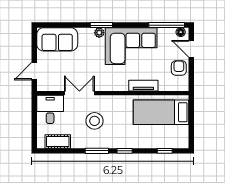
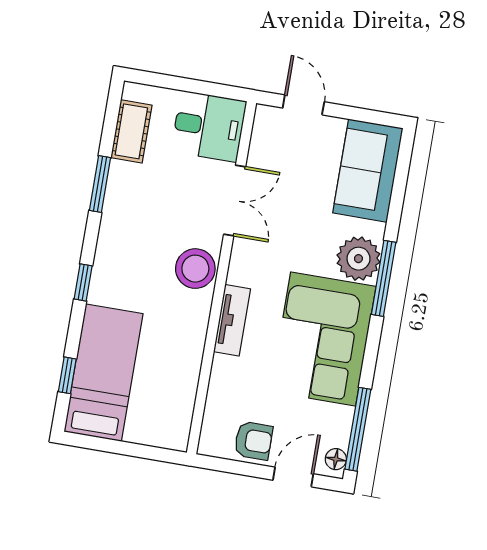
window: (101, 25) -> (384, 278), width x1.44
plant: (99, 33) -> (358, 259), width x1.87, depth x1.87
tv unit: (143, 86) -> (232, 320), moved
bed: (161, 112) -> (103, 373), moved
stool: (95, 121) -> (195, 269), moved
window: (97, 151) -> (100, 184), moved

